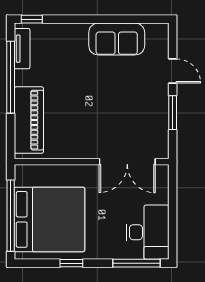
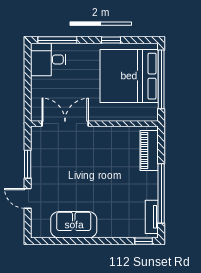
piano: (29, 120) -> (149, 151), width x0.73, depth x0.75
desk: (148, 232) -> (48, 59), width x0.73

